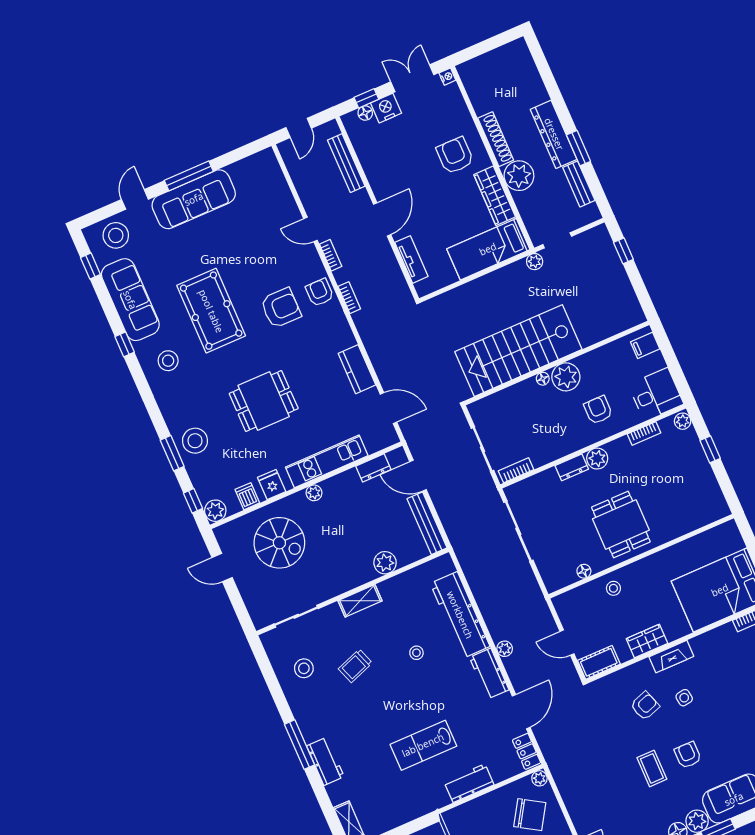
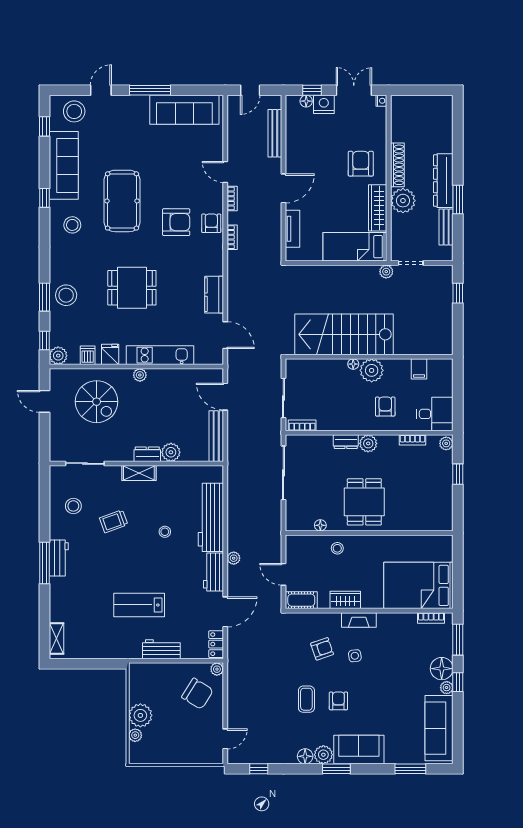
sofa: (194, 199) -> (184, 110), moved
filing cabinet: (645, 345) -> (419, 369), moved, turned -90
dresser: (373, 468) -> (147, 454), moved, turned 180
workbench: (325, 761) -> (59, 558), moved

